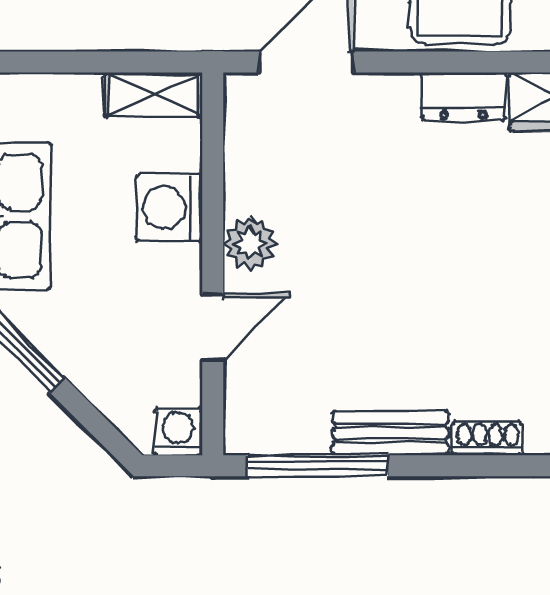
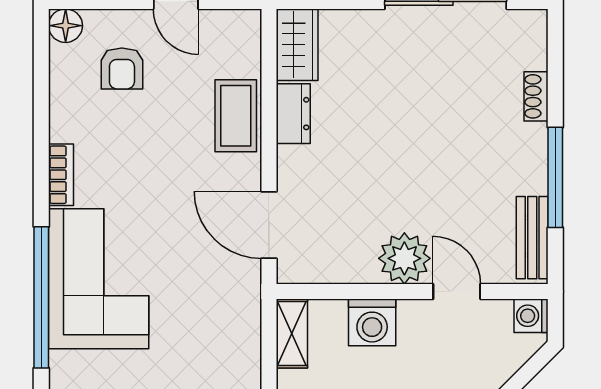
plant: (250, 243) -> (404, 258), width x1.36, depth x1.36
bench: (391, 433) -> (532, 238), moved
window: (317, 466) -> (555, 177), moved

